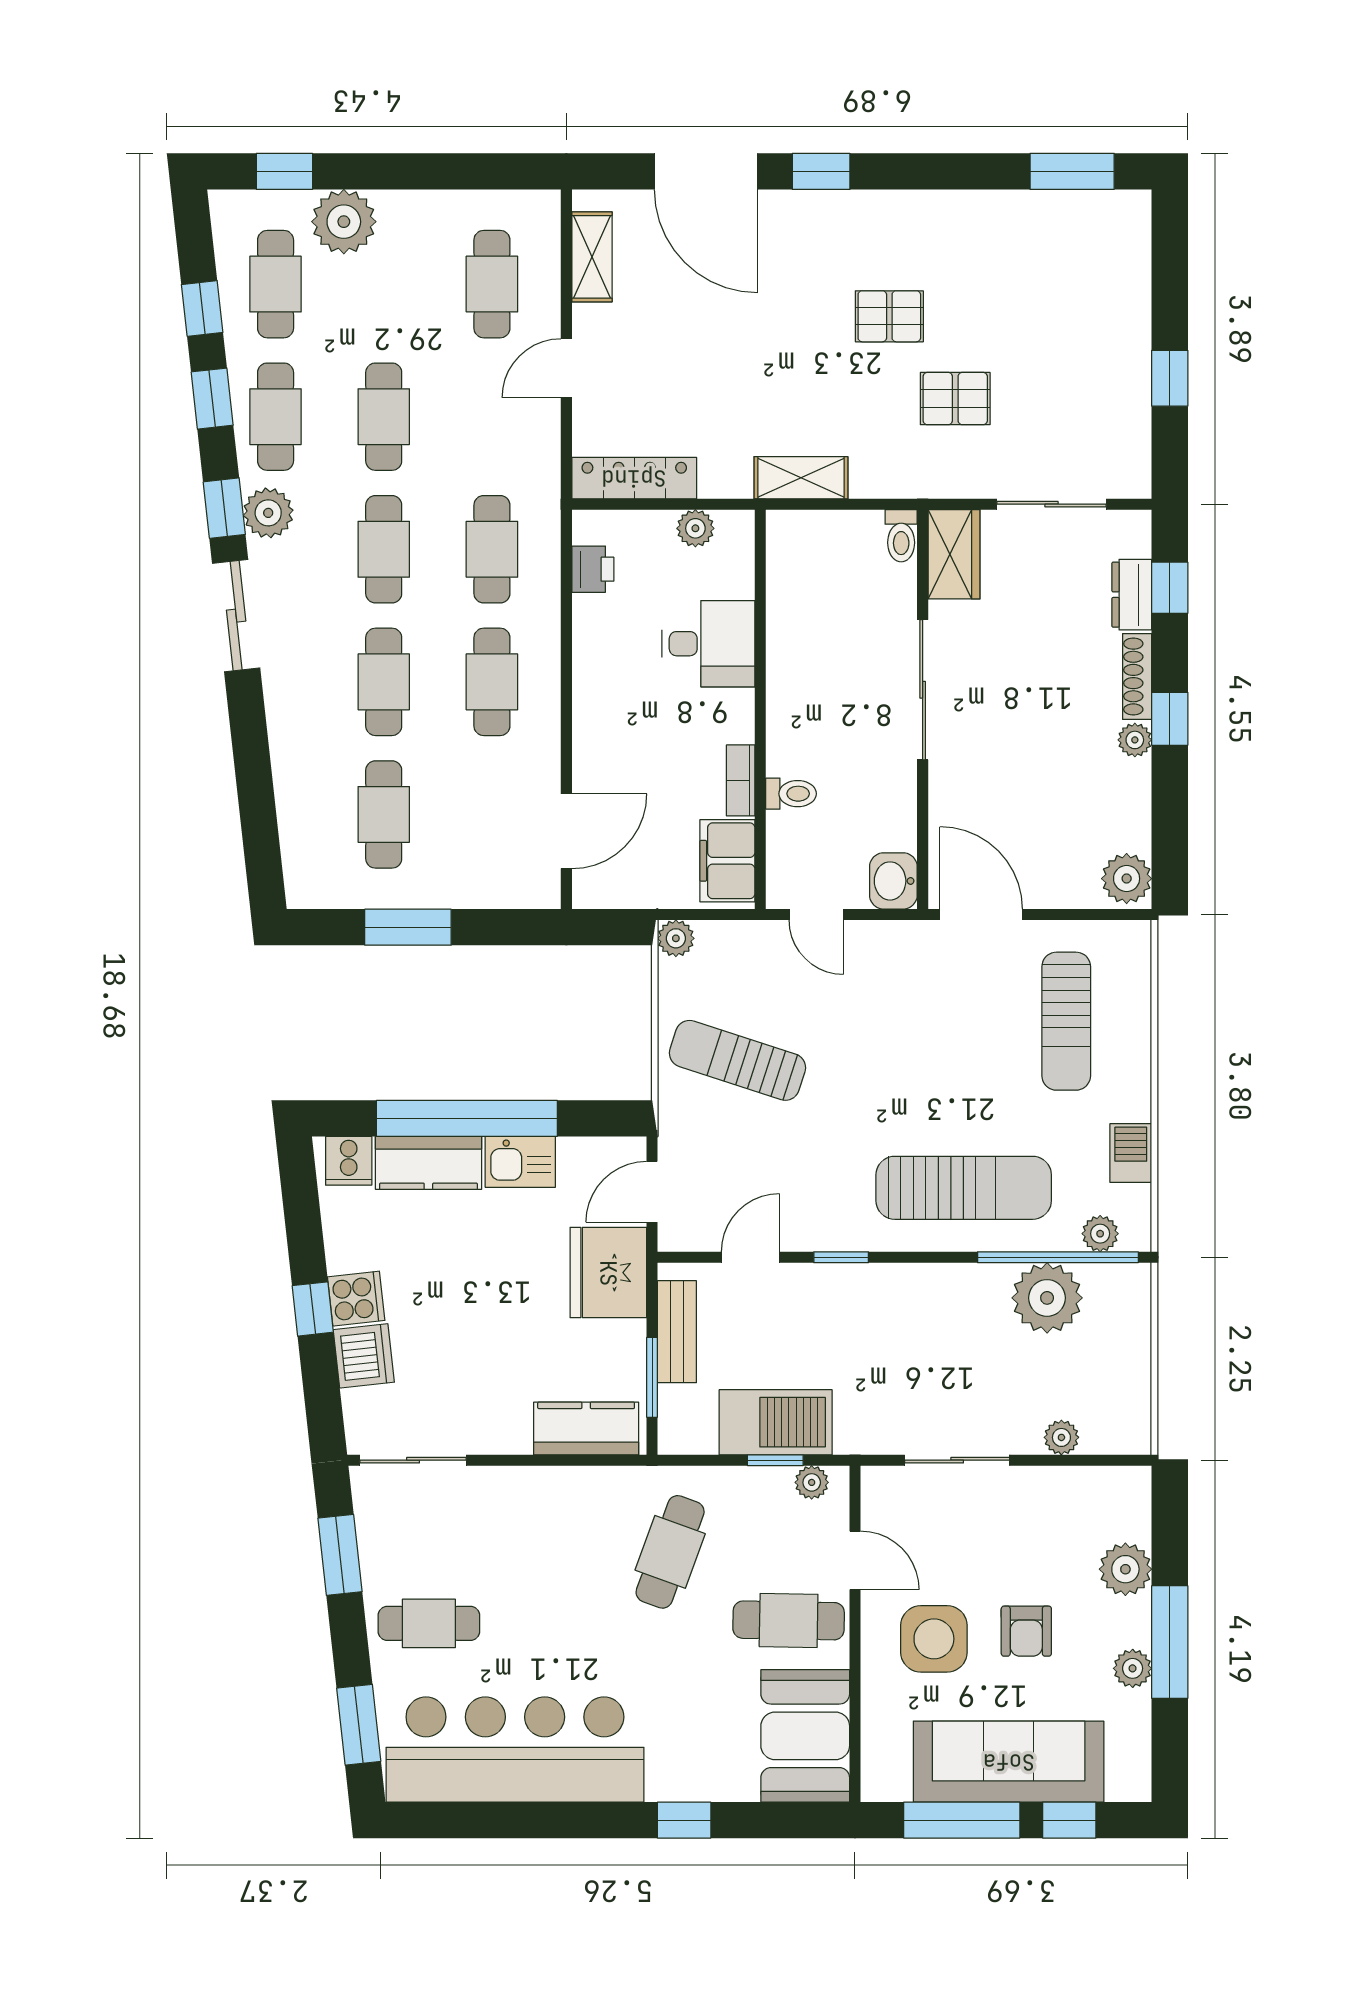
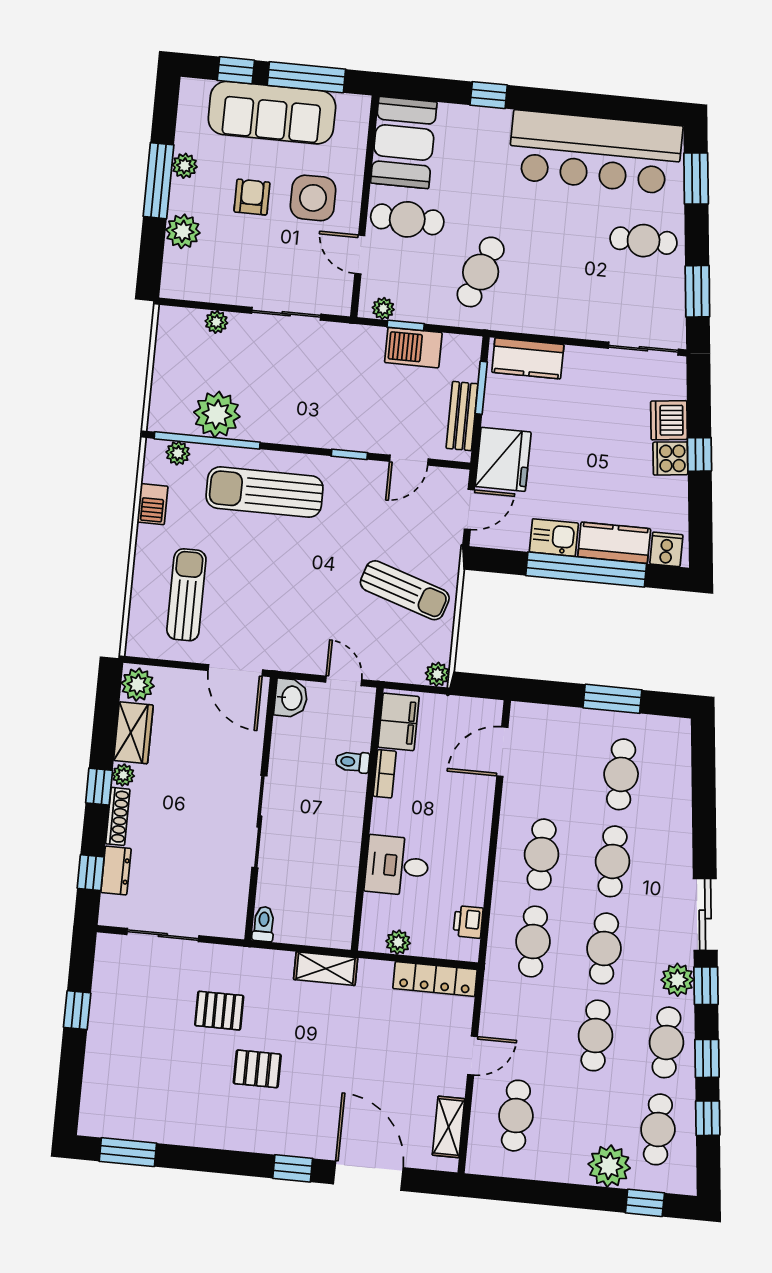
wardrobe: (954, 554) -> (133, 733), moved, turned 180
barbecue: (776, 1422) -> (413, 348), width x0.73, depth x0.83

